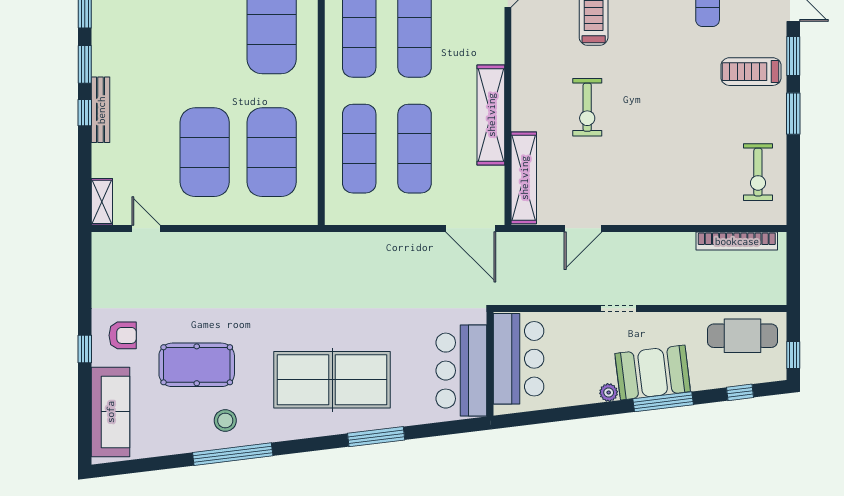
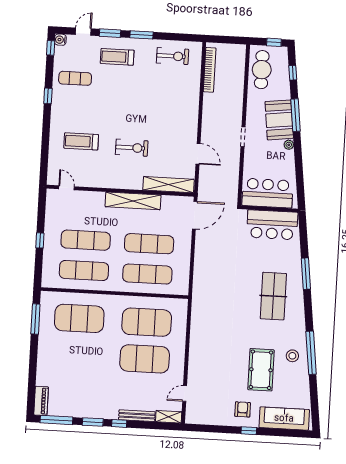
treadmill: (751, 72) -> (117, 57), turned 90
bench: (101, 110) -> (137, 416), moved
table tennis table: (332, 380) -> (273, 296), width x0.73, depth x0.76

